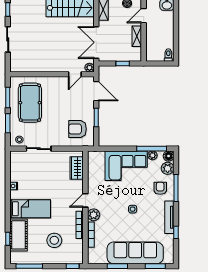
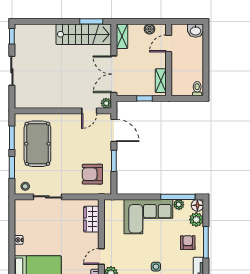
shelving: (137, 36) -> (161, 81), moved

